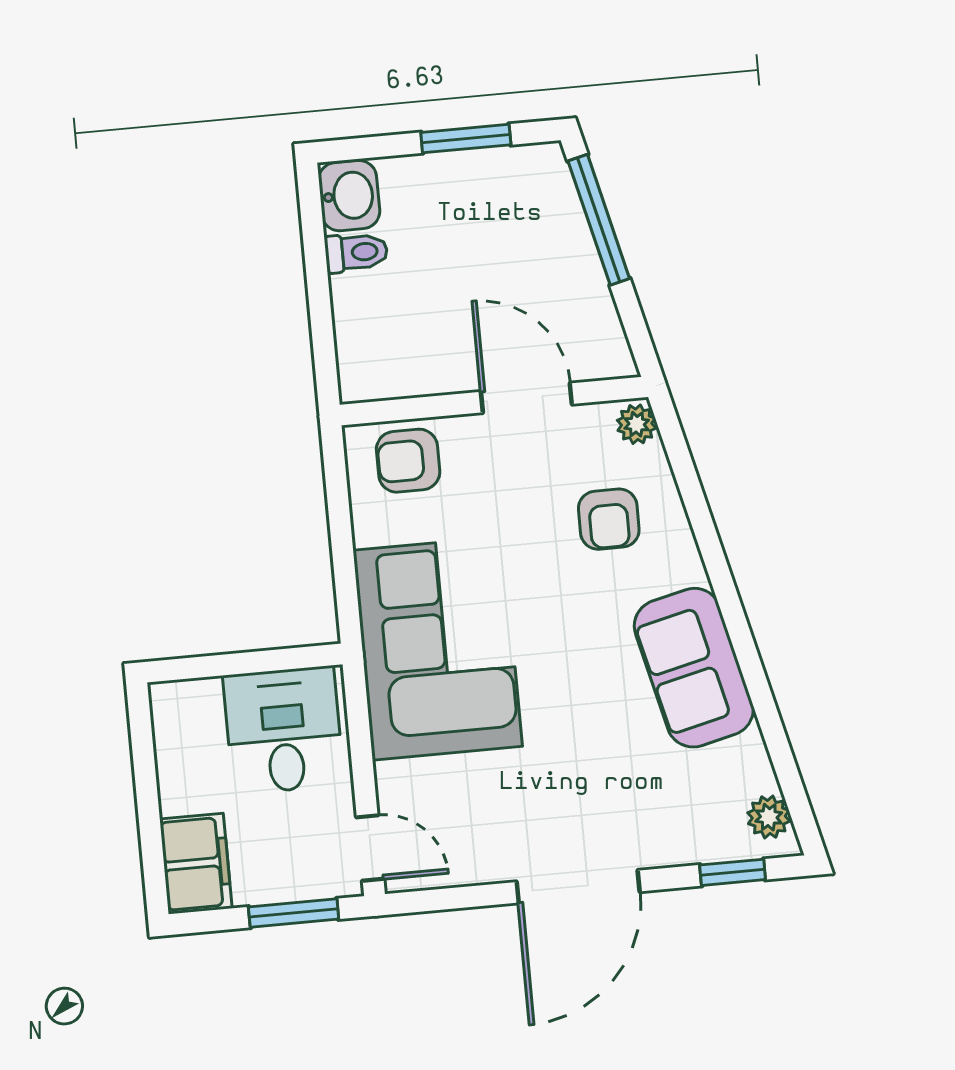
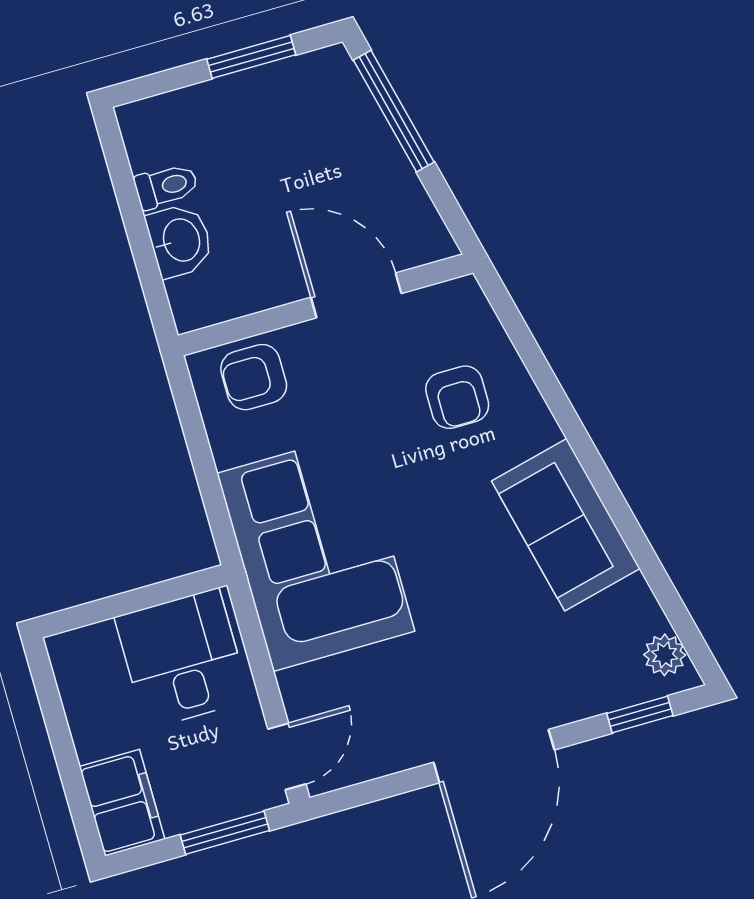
washbasin: (349, 196) -> (180, 240), moved
plant: (637, 424) -> (467, 301), removed
door: (370, 848) -> (287, 756), hinge flipped

